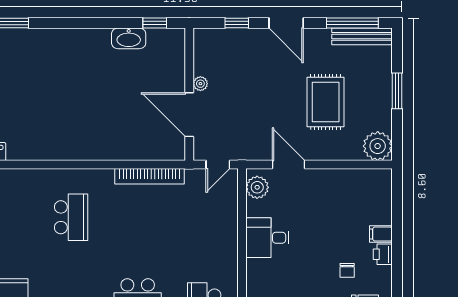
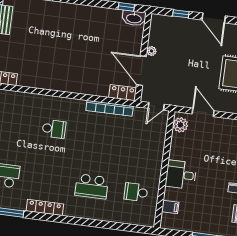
washbasin: (129, 38) -> (134, 18), moved
locker: (166, 151) -> (123, 93), added
school desk: (71, 217) -> (54, 129), width x0.54
desk: (267, 238) -> (181, 175), moved

